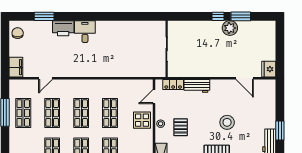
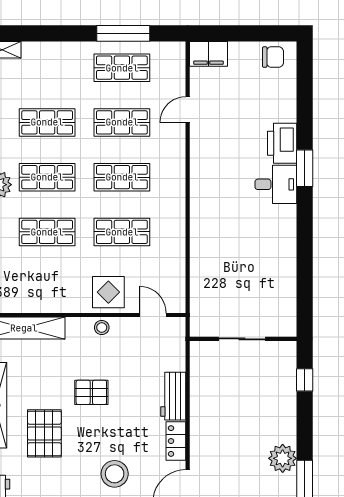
window: (44, 16) -> (305, 168), moved
window: (218, 16) -> (305, 380), moved
door: (45, 78) -> (188, 110), hinge flipped
locker: (173, 84) -> (176, 441), moved
stool: (227, 122) -> (115, 474), moved
pallet: (181, 127) -> (91, 392), moved

